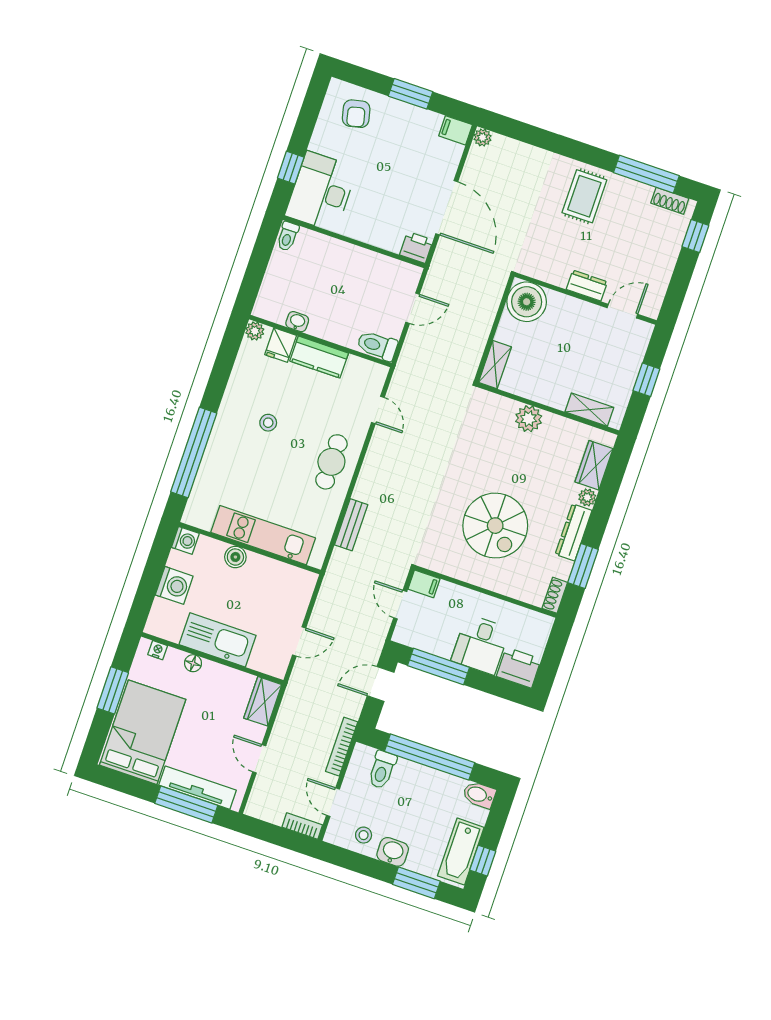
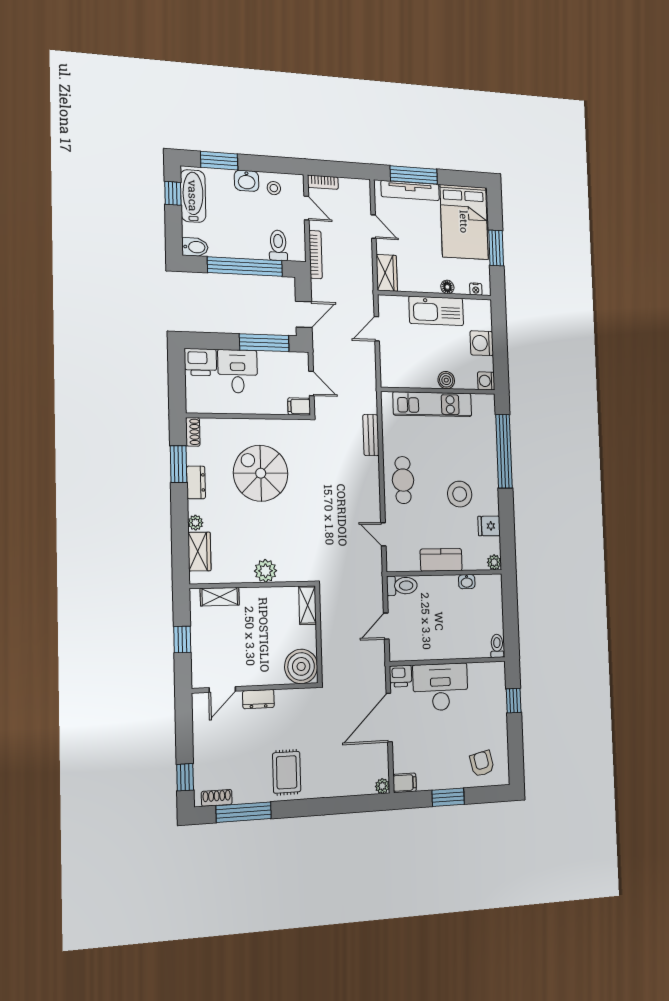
desk: (321, 192) -> (441, 687), moved, turned -90
door: (447, 208) -> (389, 718), hinge flipped
fridge: (281, 345) -> (489, 526), moved, turned -90
stool: (268, 423) -> (460, 494), width x1.89, depth x1.89
dresser: (574, 532) -> (196, 482), width x0.70

